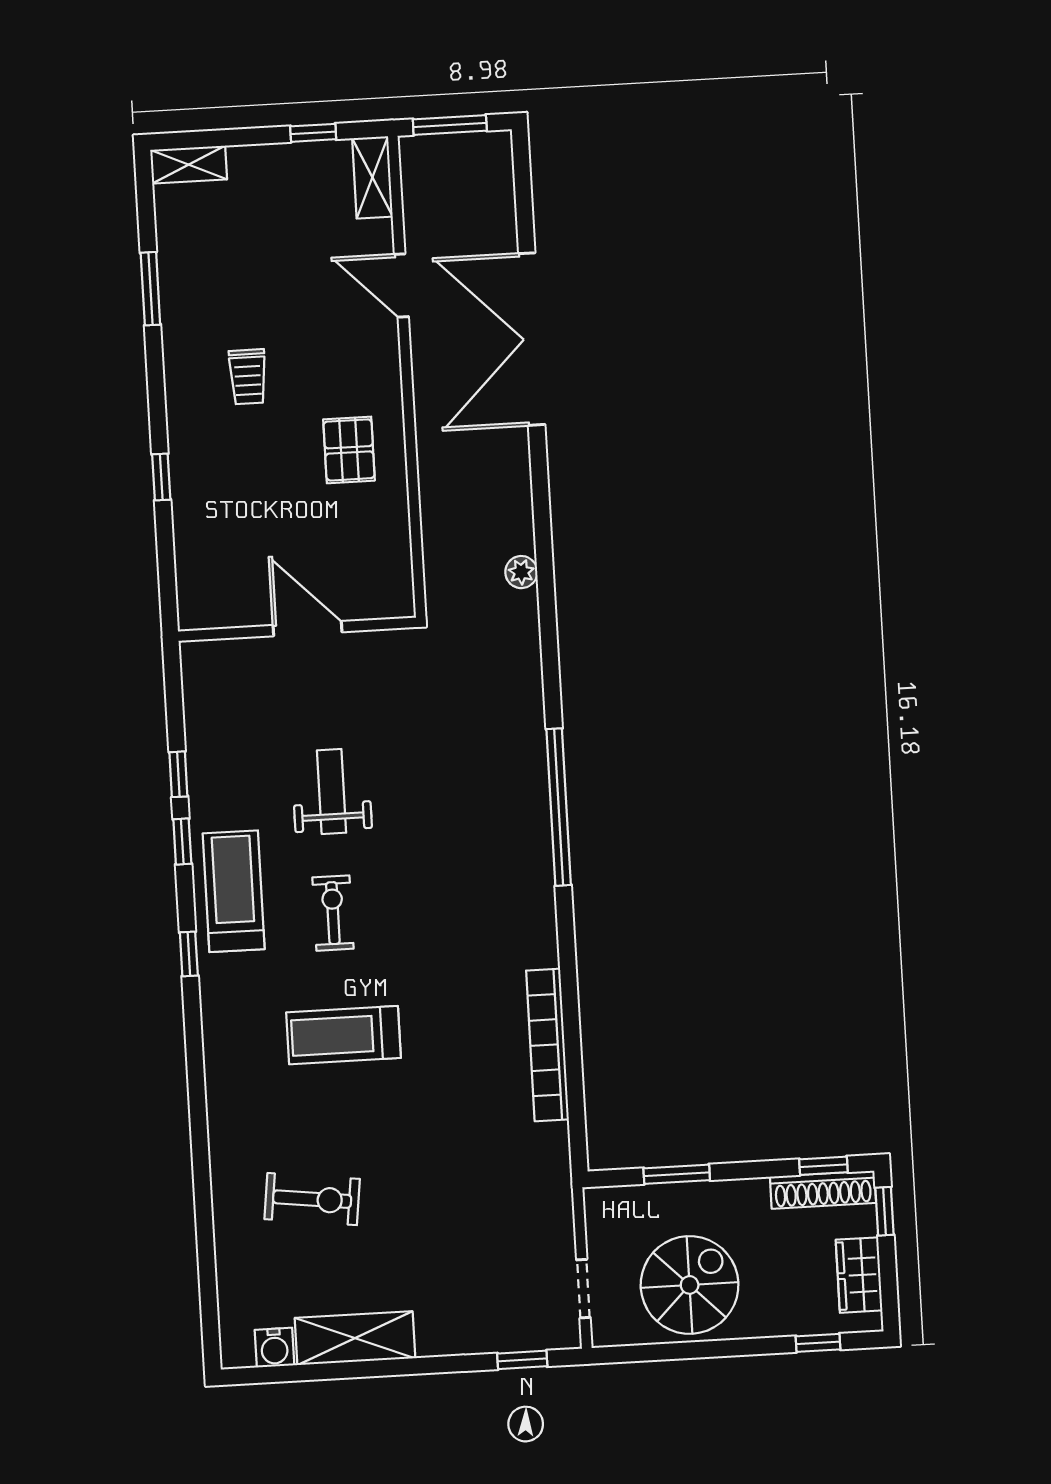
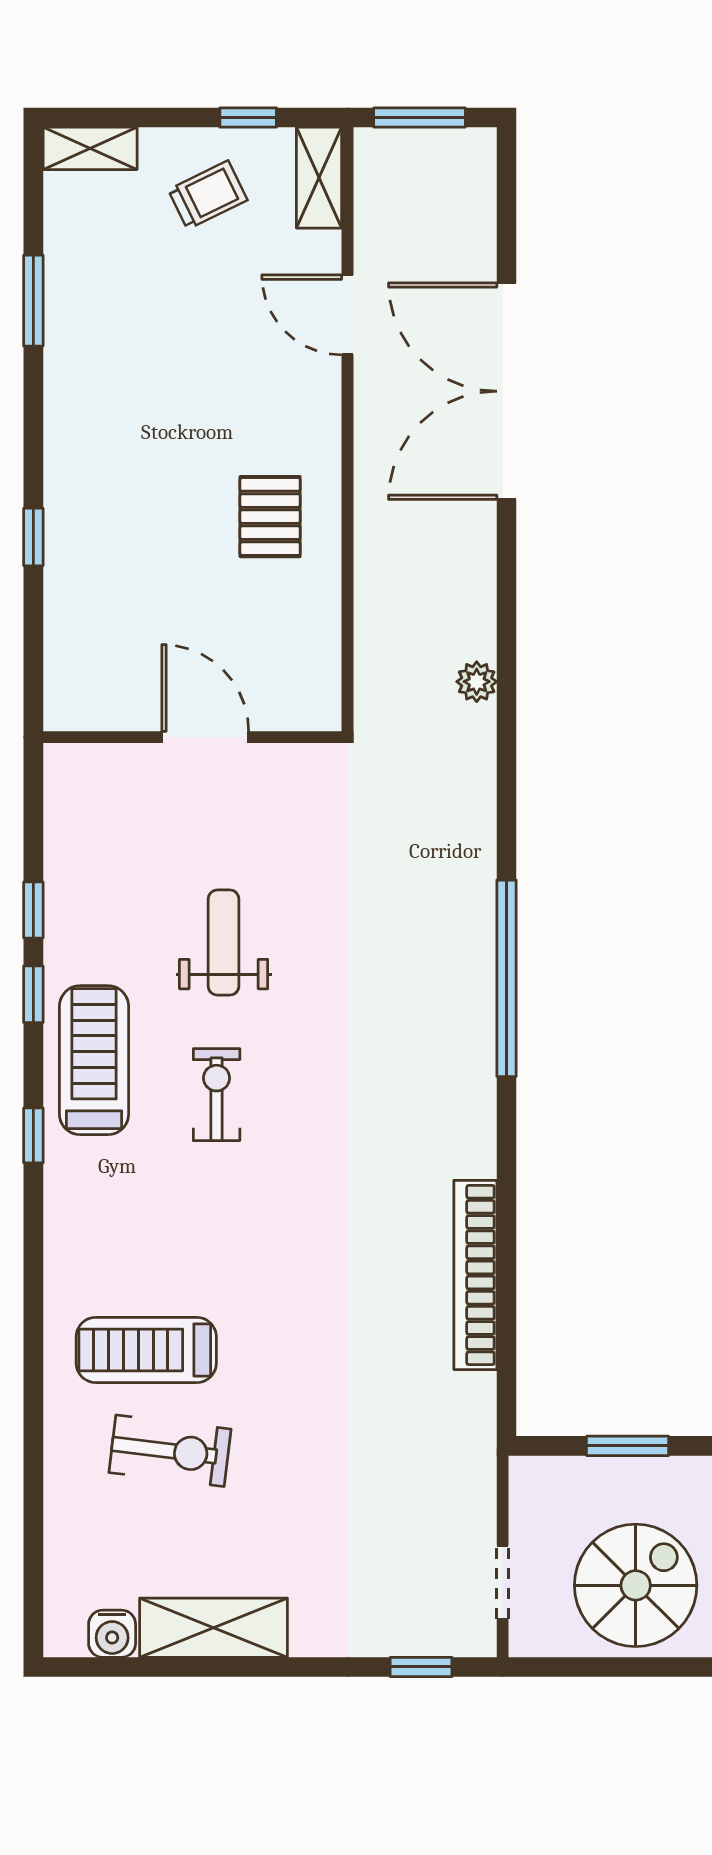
trolley: (248, 377) -> (208, 195), moved, turned -116
treadmill: (343, 1035) -> (146, 1350), moved

